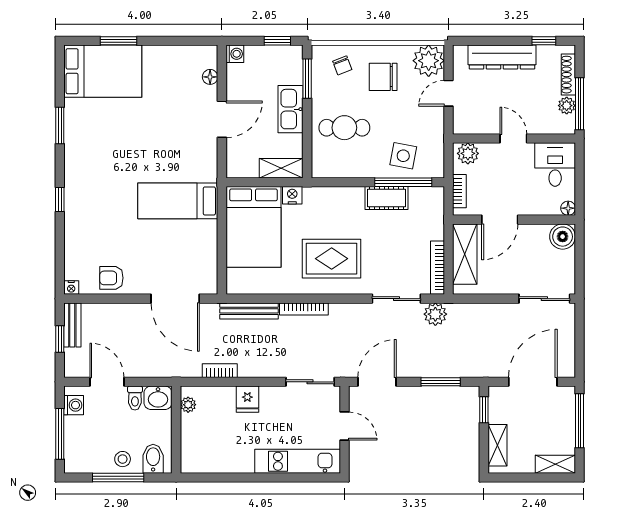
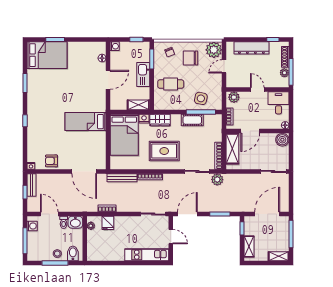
wardrobe: (323, 198) -> (160, 120), added
fridge: (247, 399) -> (108, 223), moved

